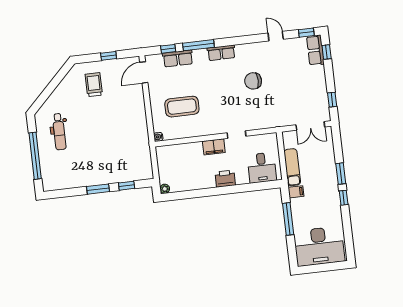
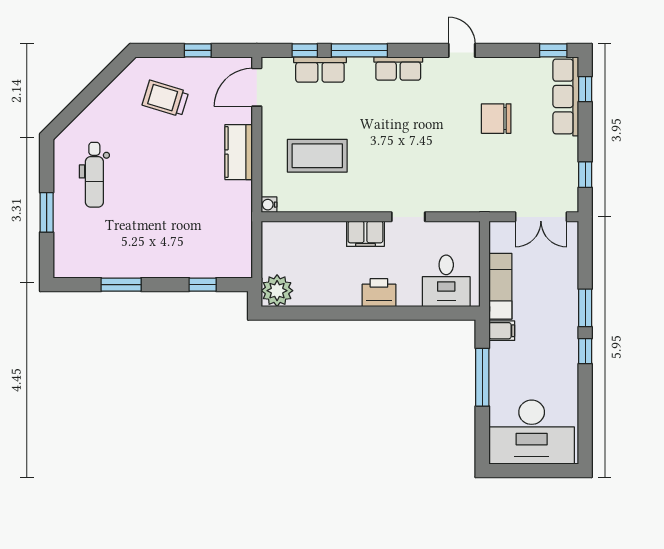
door: (276, 36) -> (462, 50), moved
row of seats: (315, 50) -> (566, 96), width x1.48
chair: (253, 81) -> (496, 119), moved
trolley: (94, 85) -> (165, 98), turned -73
kitchen counter: (138, 110) -> (239, 152), added
window: (35, 156) -> (47, 212), width x0.47
window: (98, 189) -> (121, 285), moved
plant: (165, 189) -> (277, 291), width x1.88, depth x1.88

